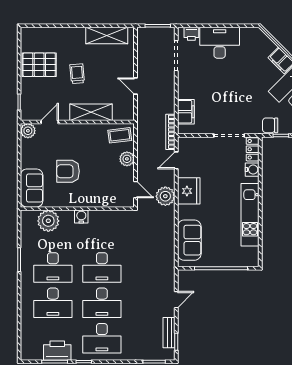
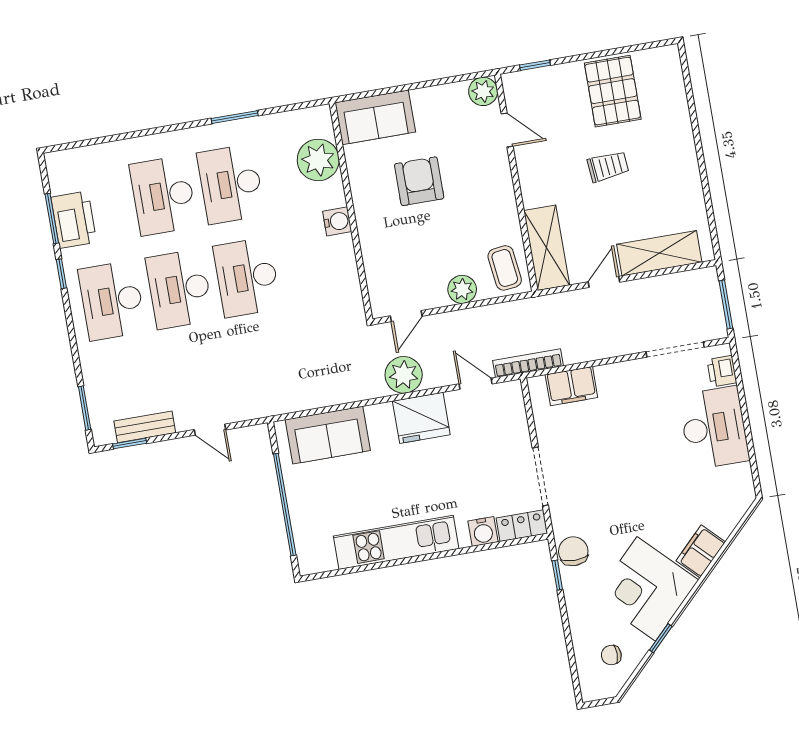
shelving: (107, 36) -> (659, 253), moved, turned 90
shelving: (91, 112) -> (547, 248), moved

